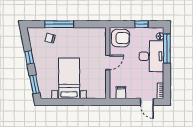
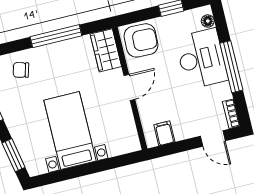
window: (59, 24) -> (56, 36), moved
wardrobe: (100, 39) -> (106, 50), added
window: (167, 48) -> (231, 67), moved

